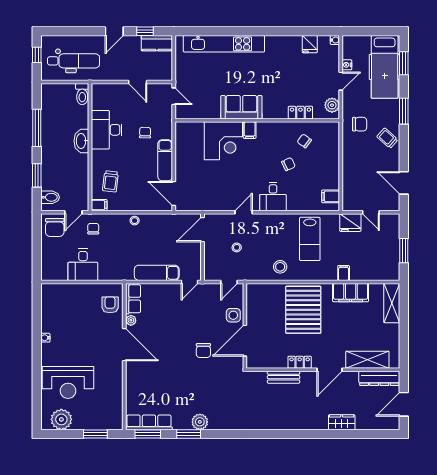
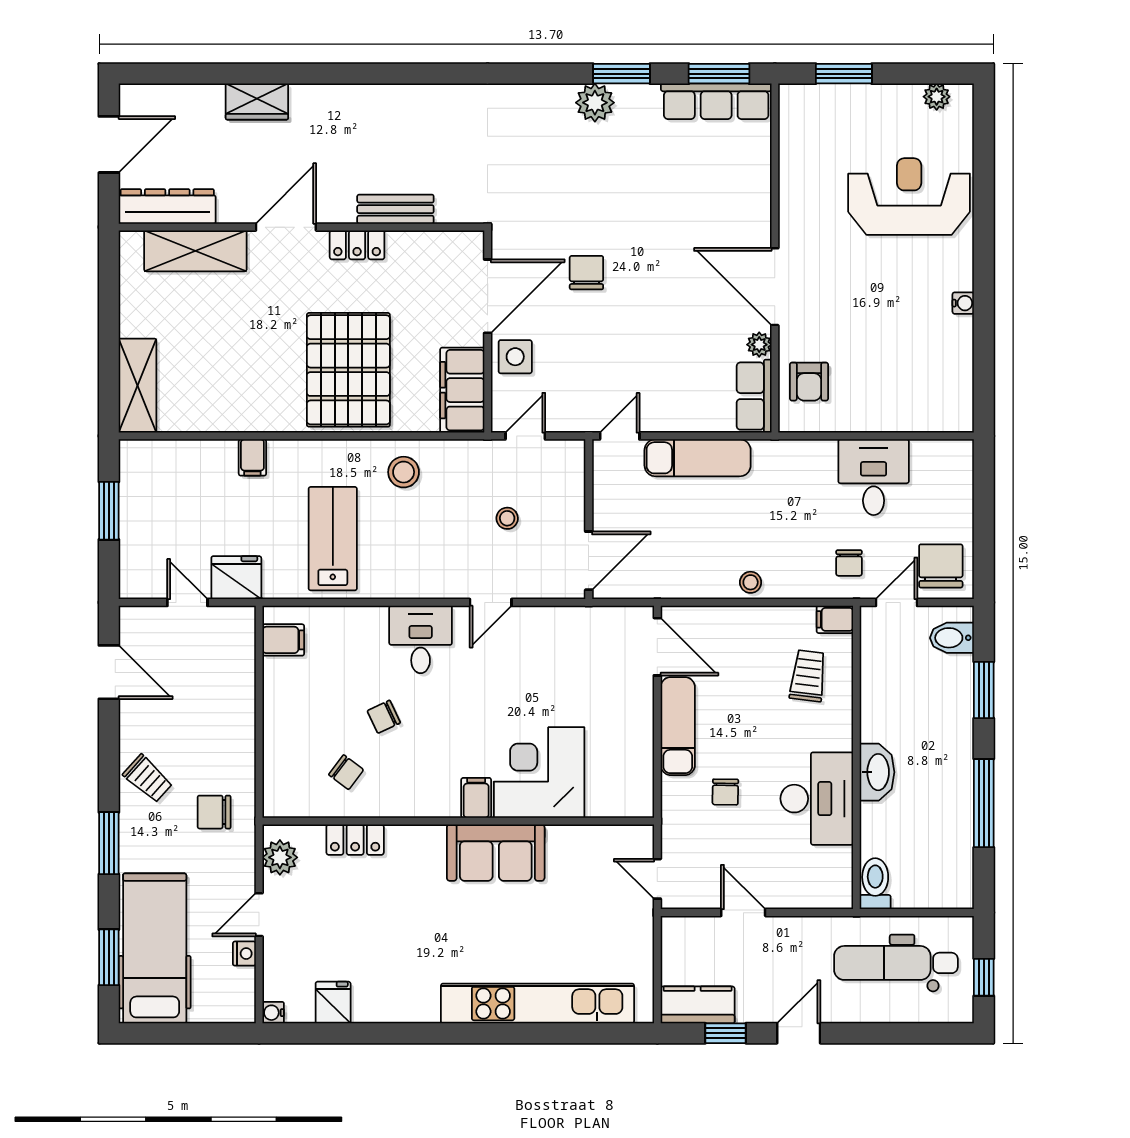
filing cabinet: (351, 293) -> (462, 390), moved, turned -90
plant: (61, 419) -> (937, 97), width x0.53, depth x0.53

